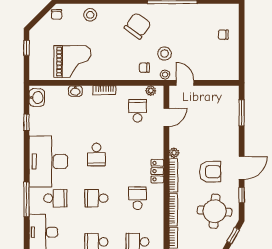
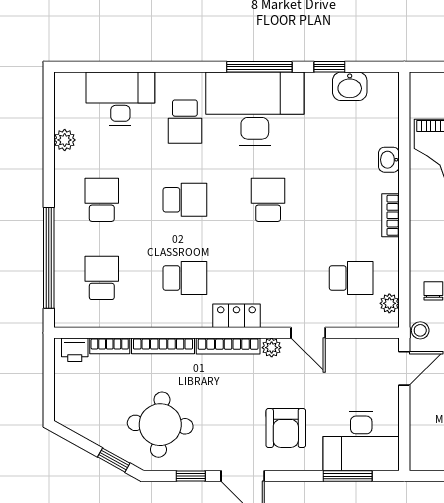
washbasin: (37, 98) -> (350, 86), moved
desk: (223, 106) -> (361, 441), added
door: (166, 117) -> (308, 333), moved
school desk: (96, 155) -> (268, 200), turned 90
armchair: (210, 172) -> (286, 428), moved
school desk: (96, 198) -> (185, 200), turned 90
window: (26, 199) -> (259, 67), moved

